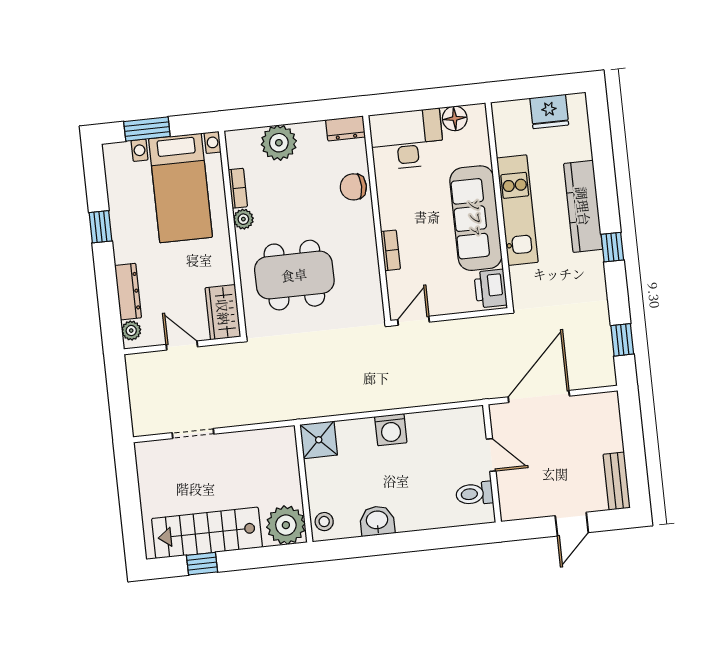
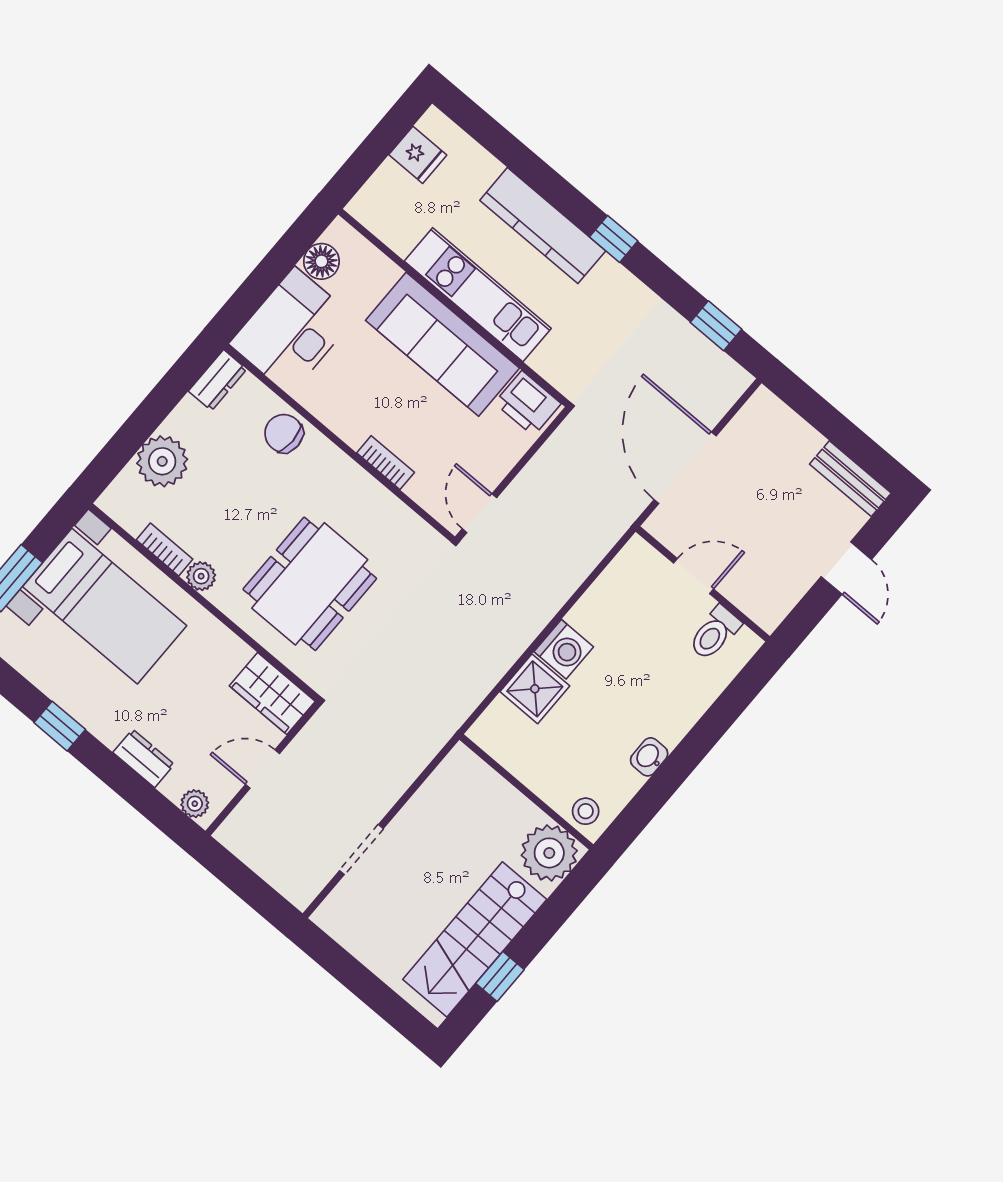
fridge: (549, 112) -> (418, 155), width x0.72
chair: (353, 187) -> (284, 433), turned 90
dresser: (128, 292) -> (144, 758), width x0.70
shower: (319, 440) -> (535, 689), moved
washbasin: (377, 521) -> (649, 757), width x0.72, depth x0.69

